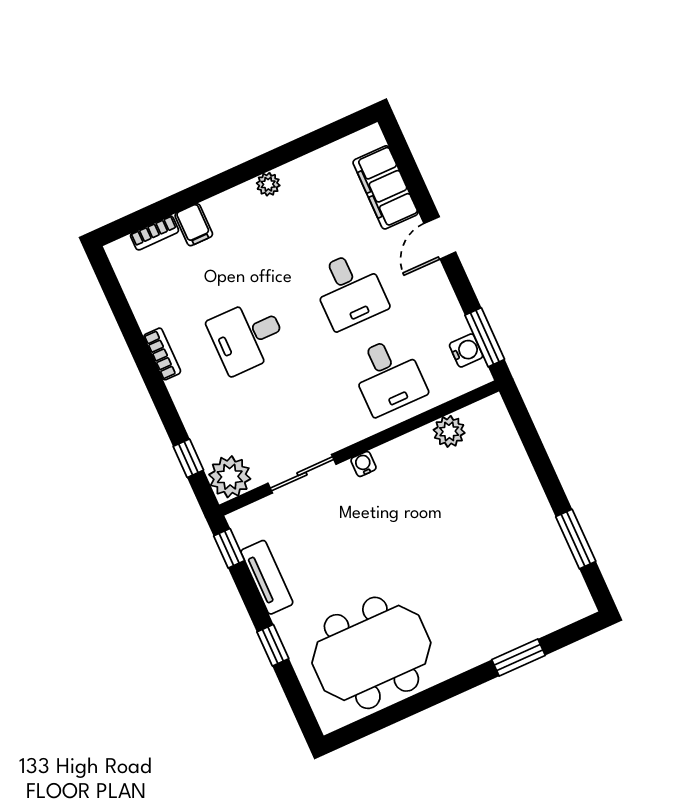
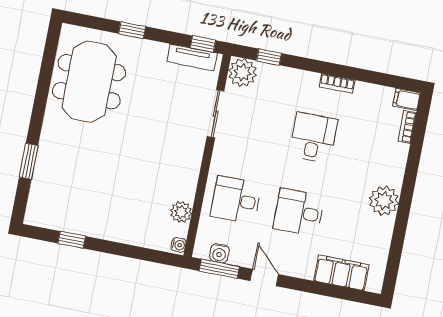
plant: (268, 184) -> (384, 201), width x1.87, depth x1.87
filing cabinet: (194, 225) -> (406, 100), moved
door: (440, 238) -> (264, 278), moved
water cooler: (363, 464) -> (179, 245), moved
window: (576, 539) -> (72, 240), width x0.67
tv unit: (267, 577) -> (192, 57), moved

